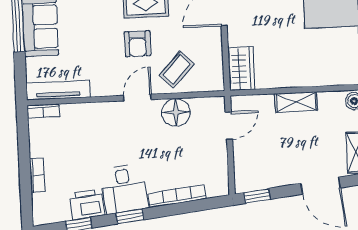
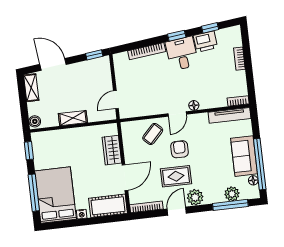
wardrobe: (241, 69) -> (112, 150), moved
floor lamp: (176, 112) -> (194, 105), moved, width x0.53, depth x0.53

